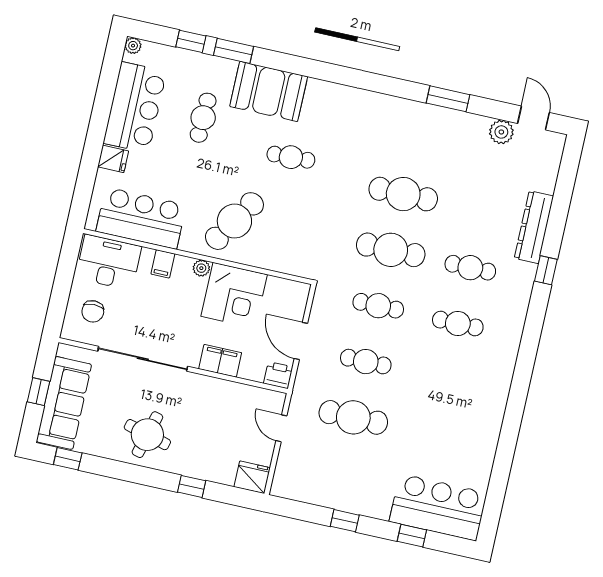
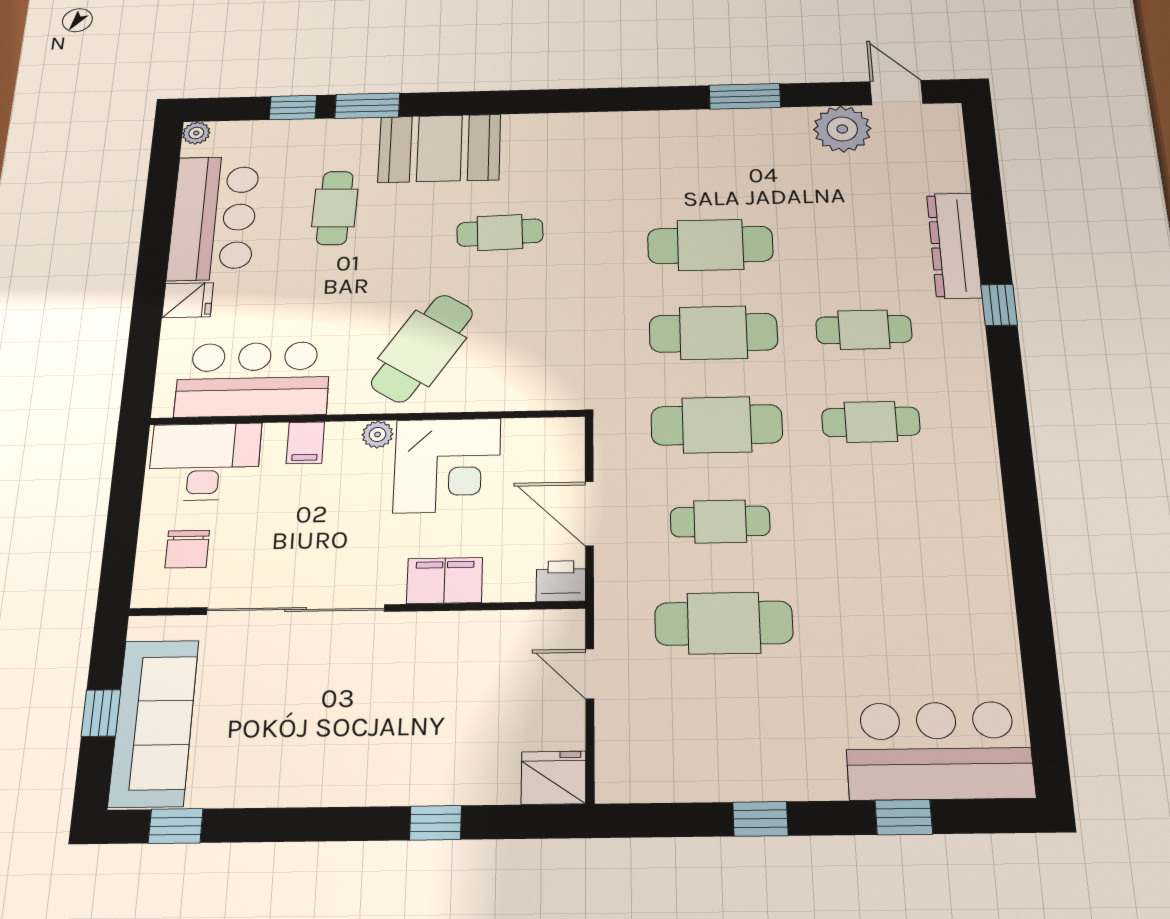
plant: (501, 132) -> (842, 129), width x1.36, depth x1.36
cafe table: (378, 306) -> (717, 425), width x1.37, depth x1.35
round table: (147, 435) -> (329, 744), removed

